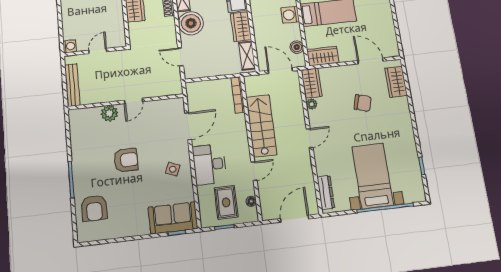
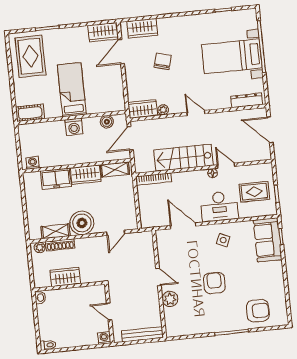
wardrobe: (323, 56) -> (103, 32), moved, turned -90
floor lamp: (251, 201) -> (213, 173), moved

